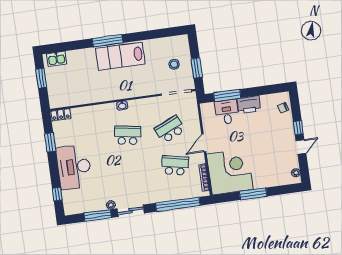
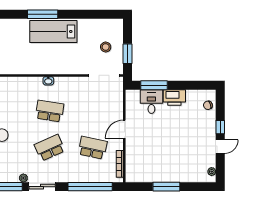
school desk: (170, 129) -> (50, 148), moved
corner desk: (230, 172) -> (146, 162), removed

